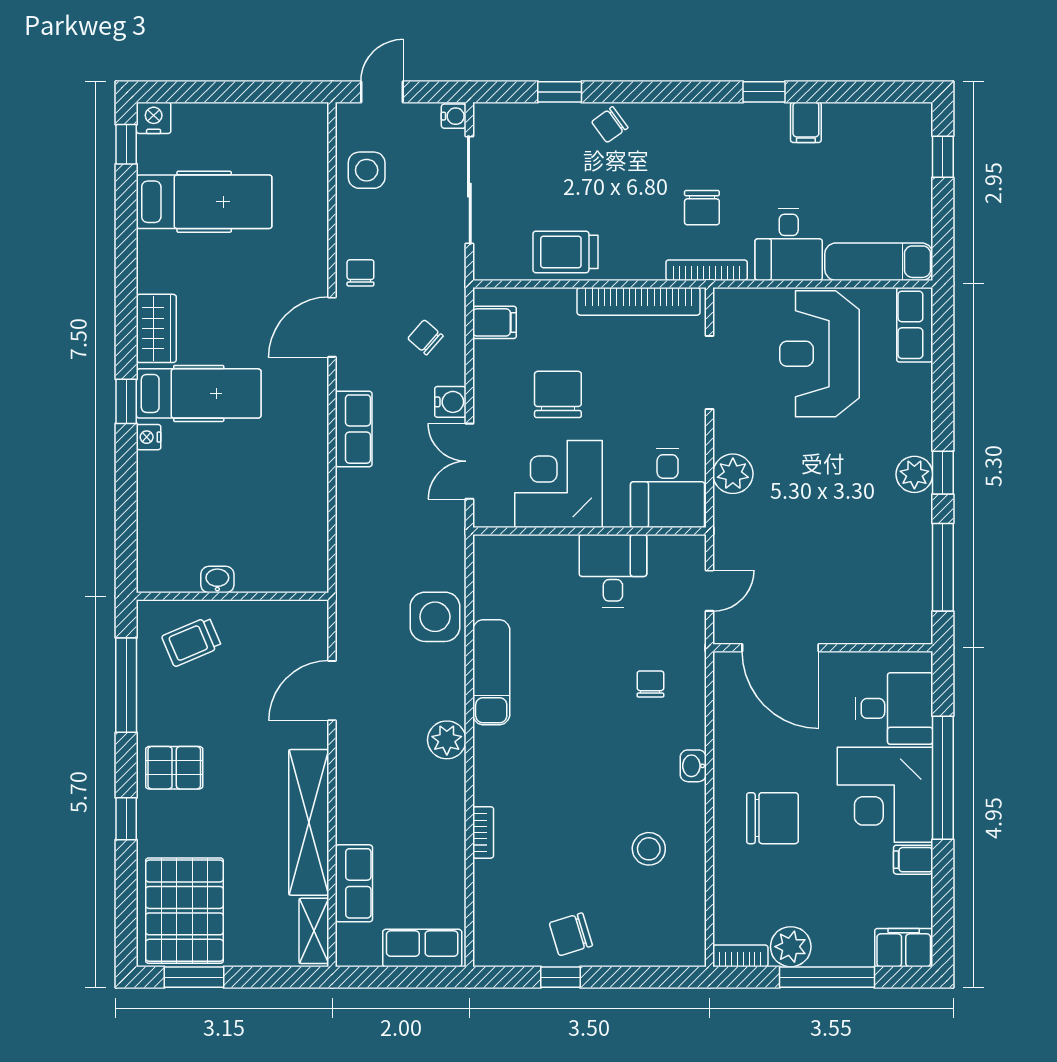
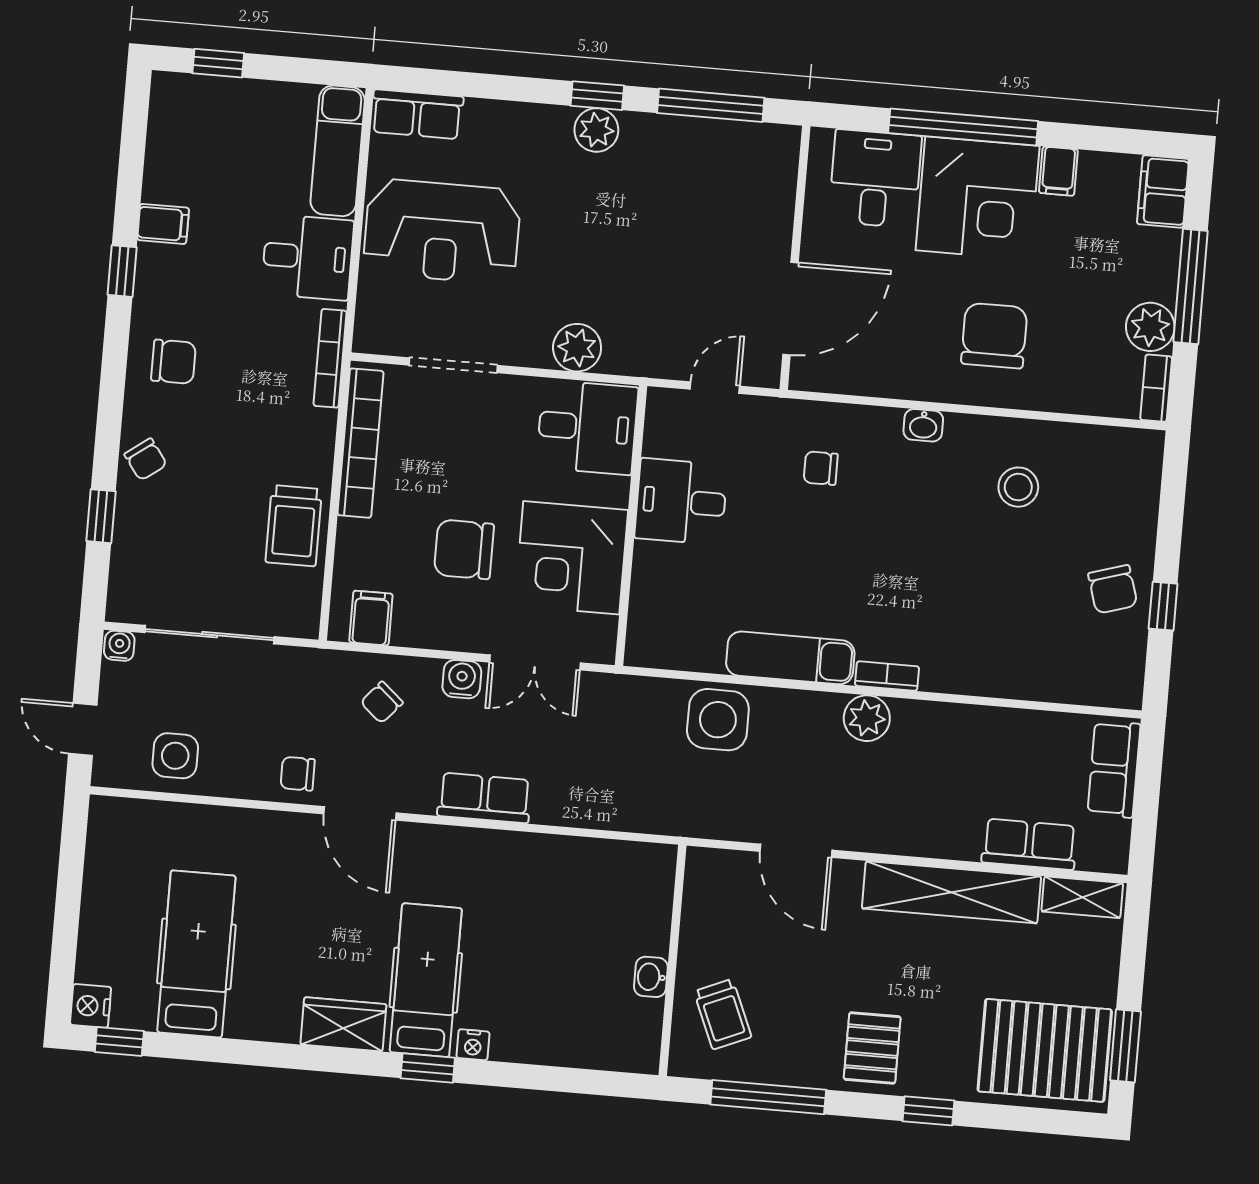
chair: (702, 208) -> (174, 362), moved
door: (710, 591) -> (715, 388), hinge flipped
bookcase: (483, 832) -> (887, 676), moved

